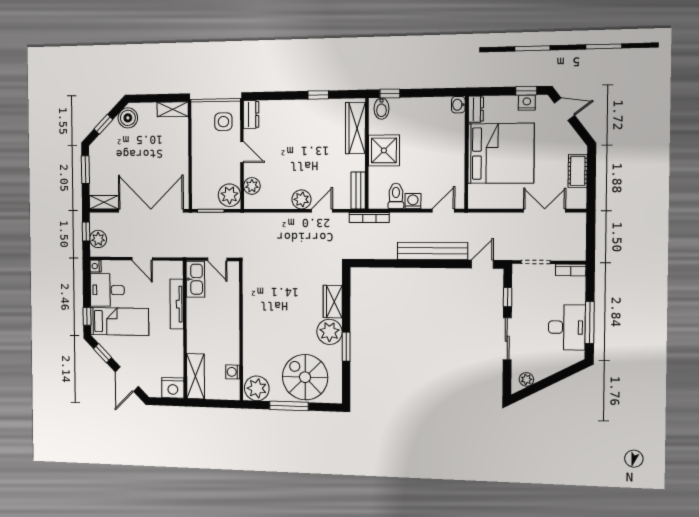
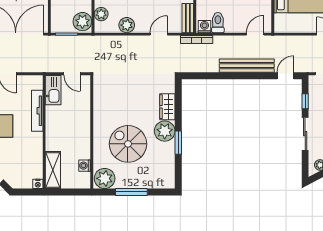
plant: (301, 199) -> (127, 25), moved
washing machine: (413, 201) -> (204, 27), moved
spiral stairs: (305, 377) -> (128, 144), moved
nightstand: (173, 388) -> (38, 184), width x0.53, depth x0.56

